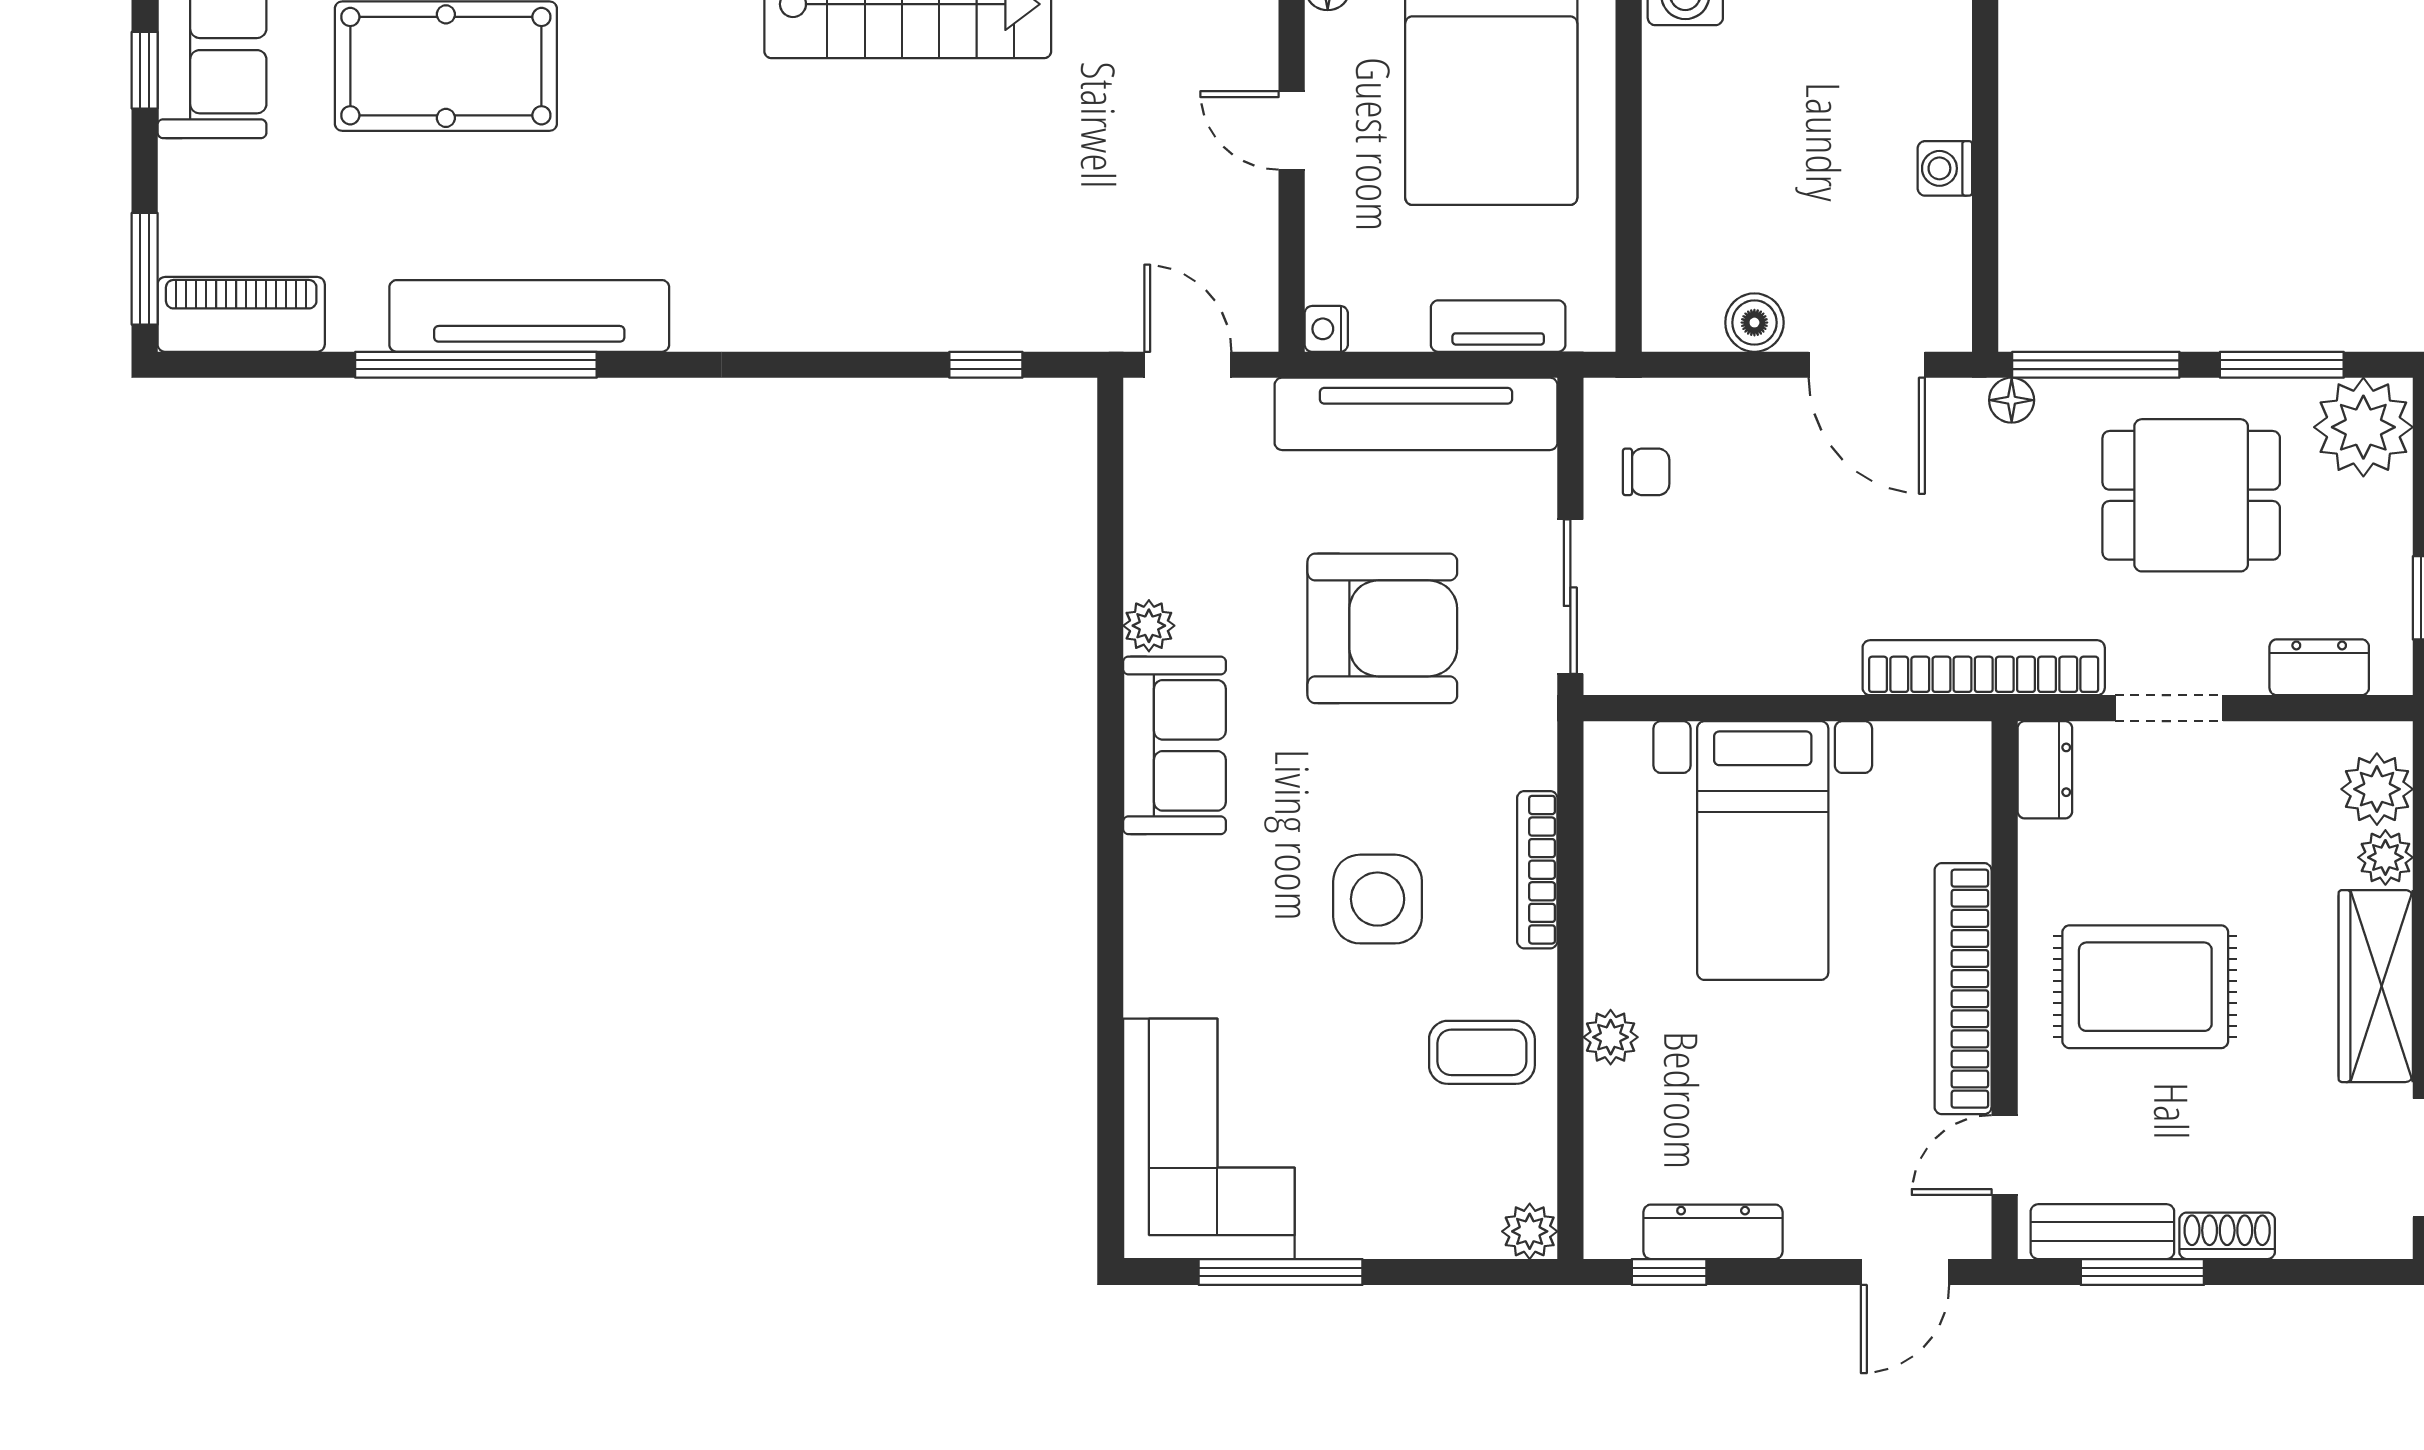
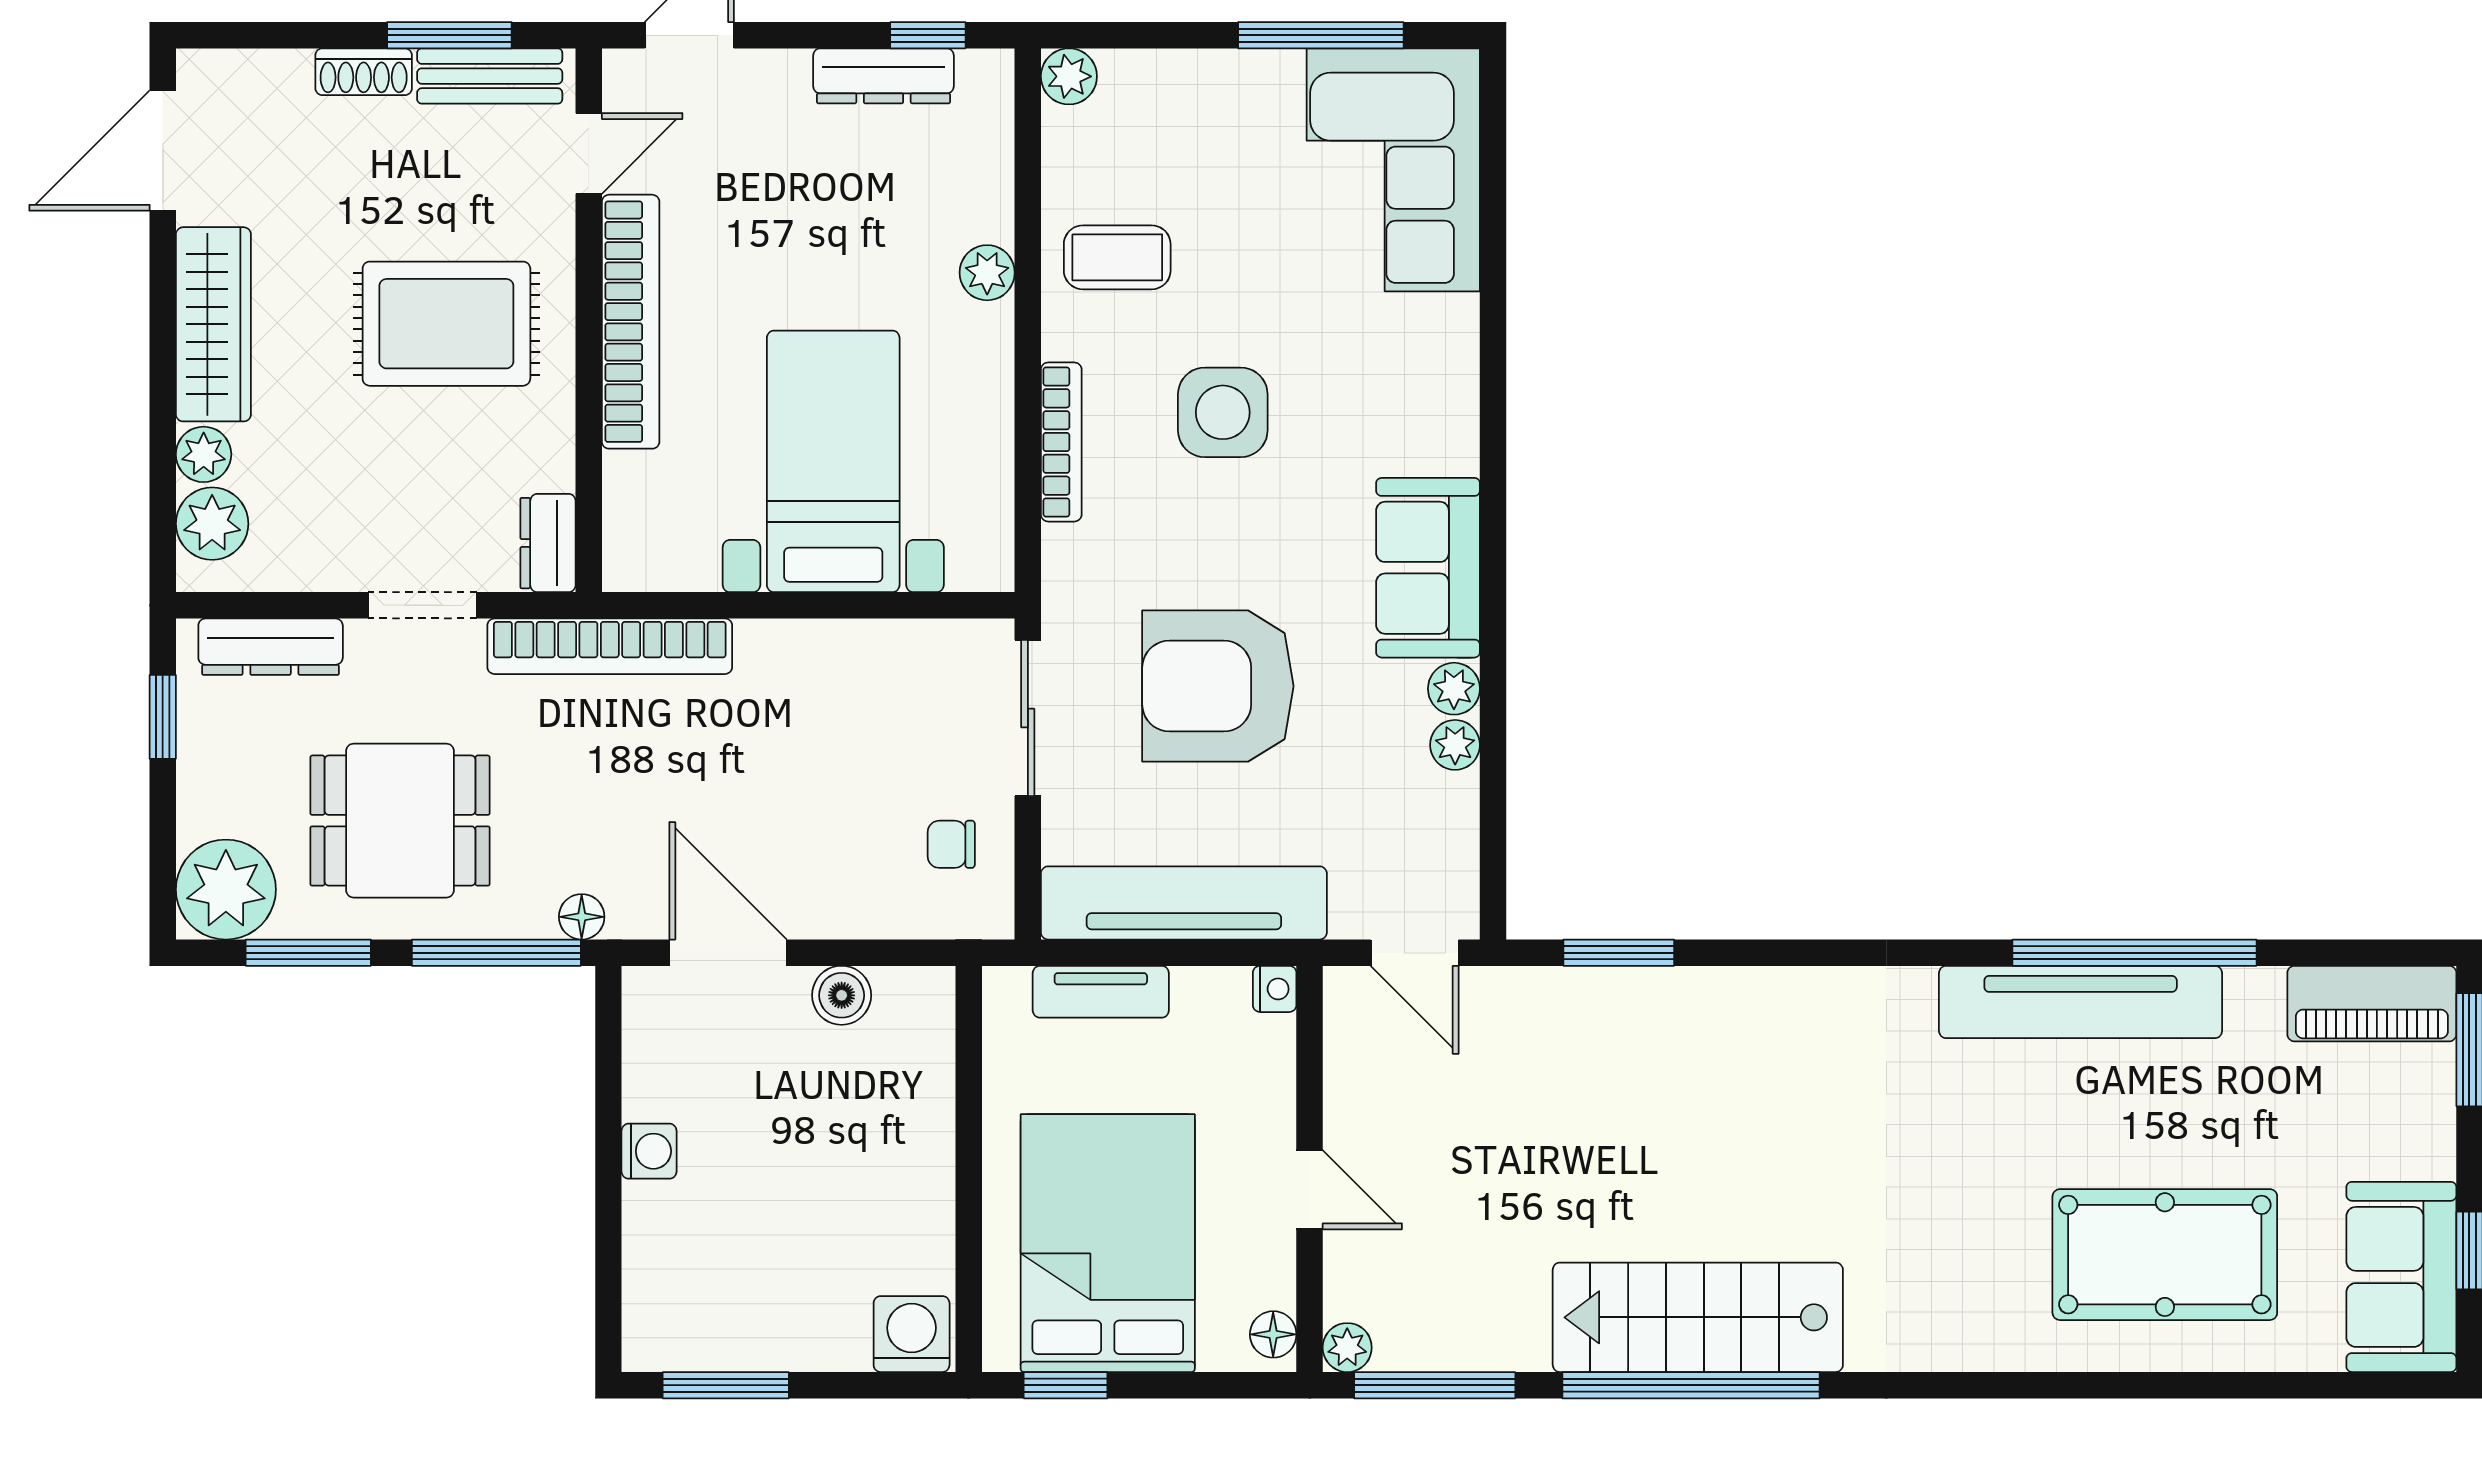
window: (986, 365) -> (1619, 953), width x1.50
plant: (1148, 570) -> (1455, 745), added
dresser: (2319, 667) -> (271, 647), width x1.44

